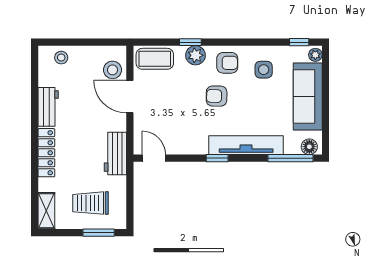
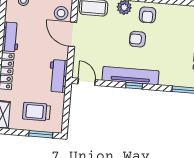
armchair: (227, 63) -> (148, 15), turned 90
side table: (264, 70) -> (174, 22), removed
tv unit: (246, 145) -> (131, 76), moved

